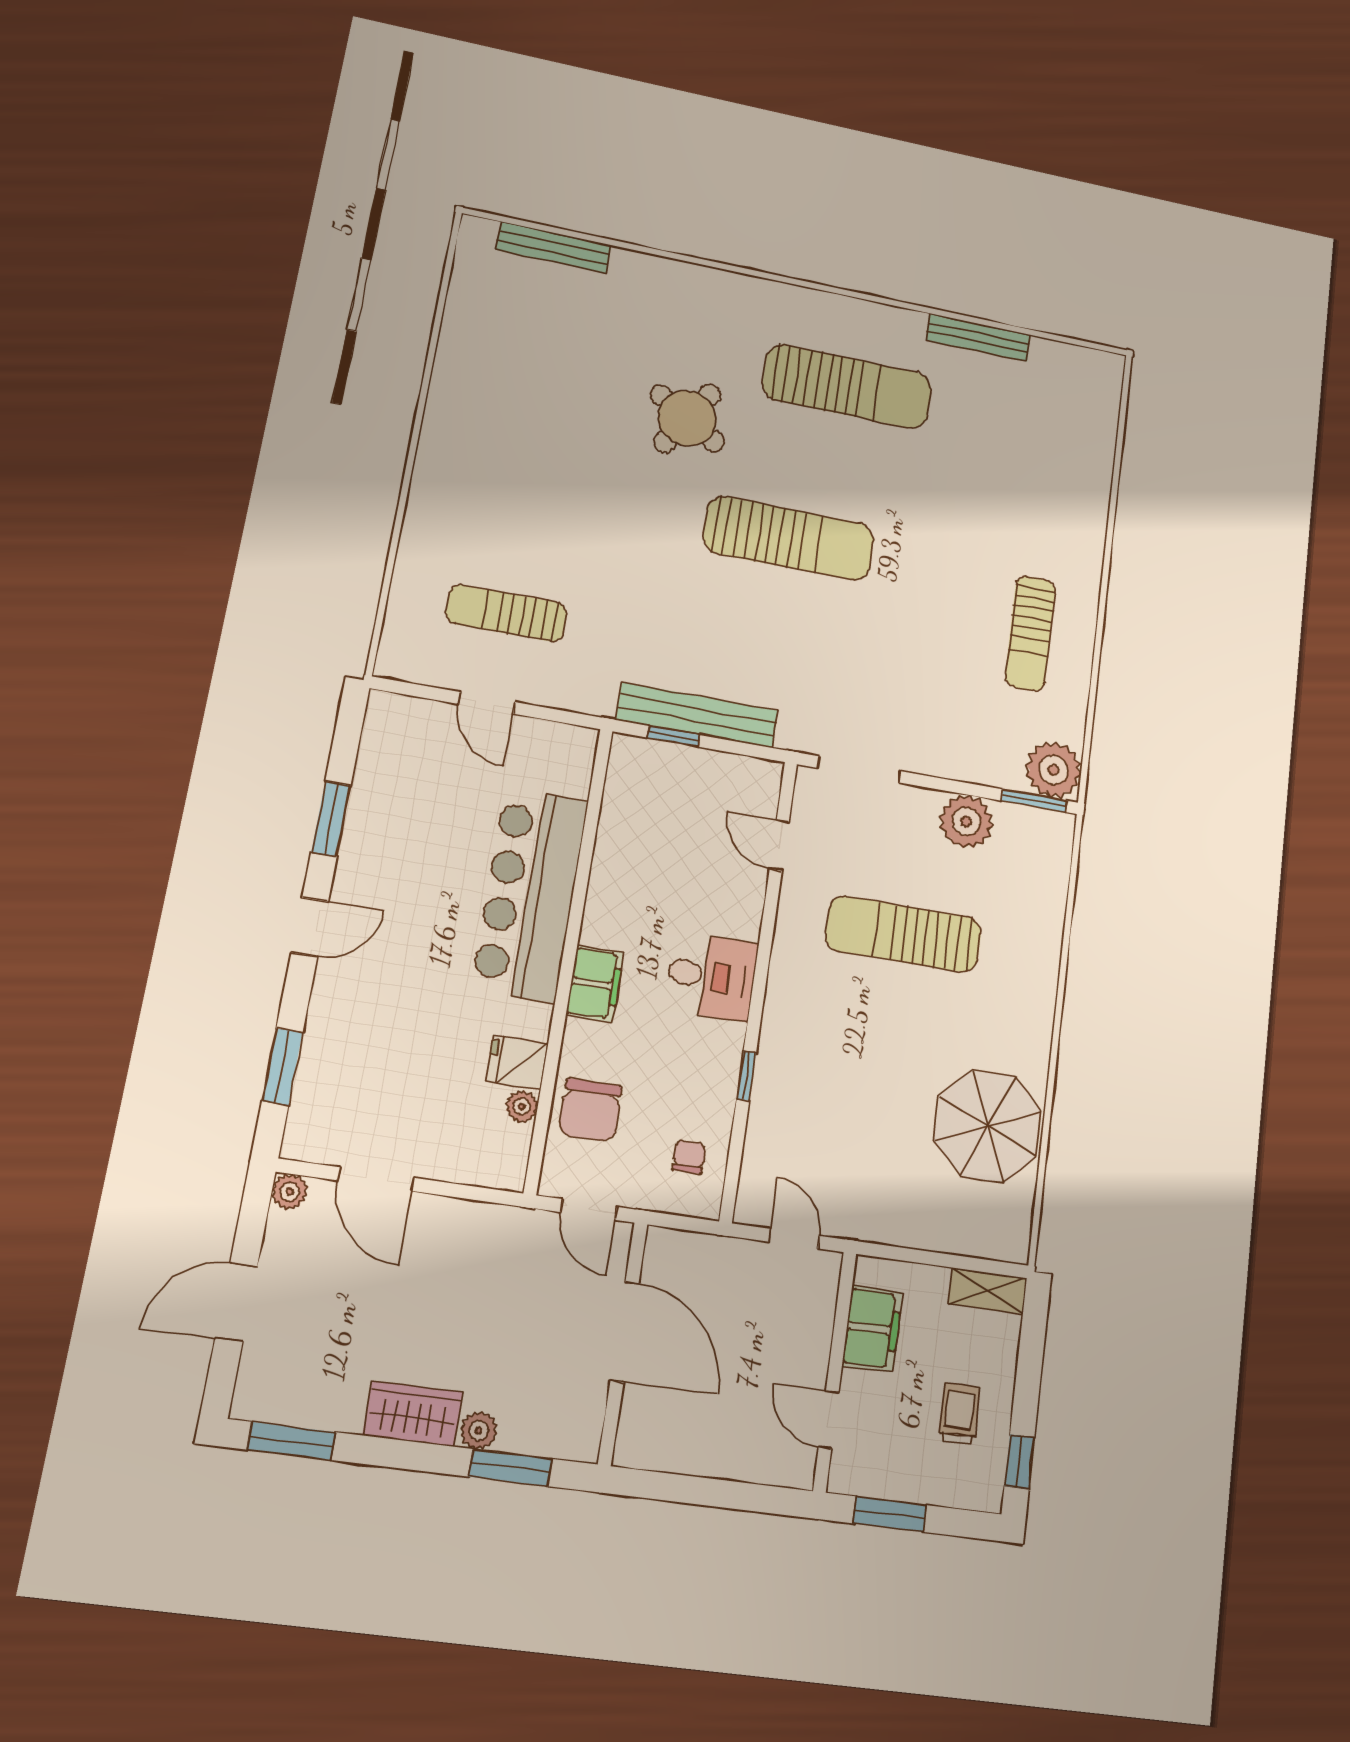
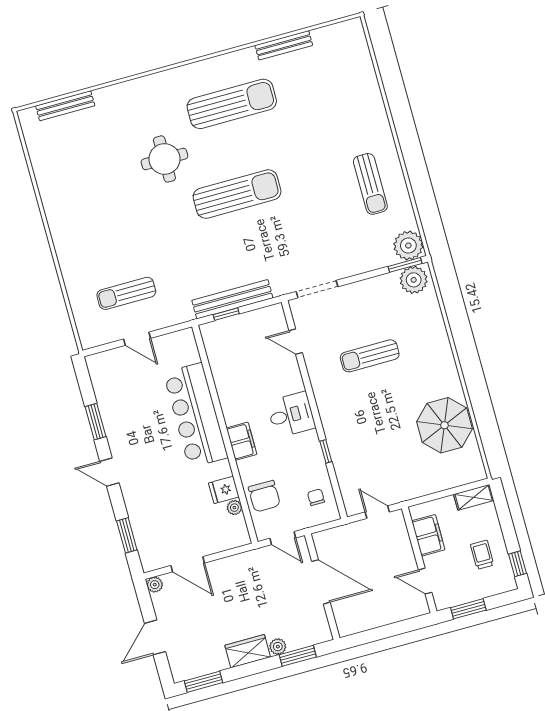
round table: (687, 418) -> (164, 159), turned -32
plant: (966, 822) -> (414, 280), moved
door: (310, 927) -> (109, 472), swing flipped
sun lounger: (904, 934) -> (370, 356), width x0.73, depth x0.75

